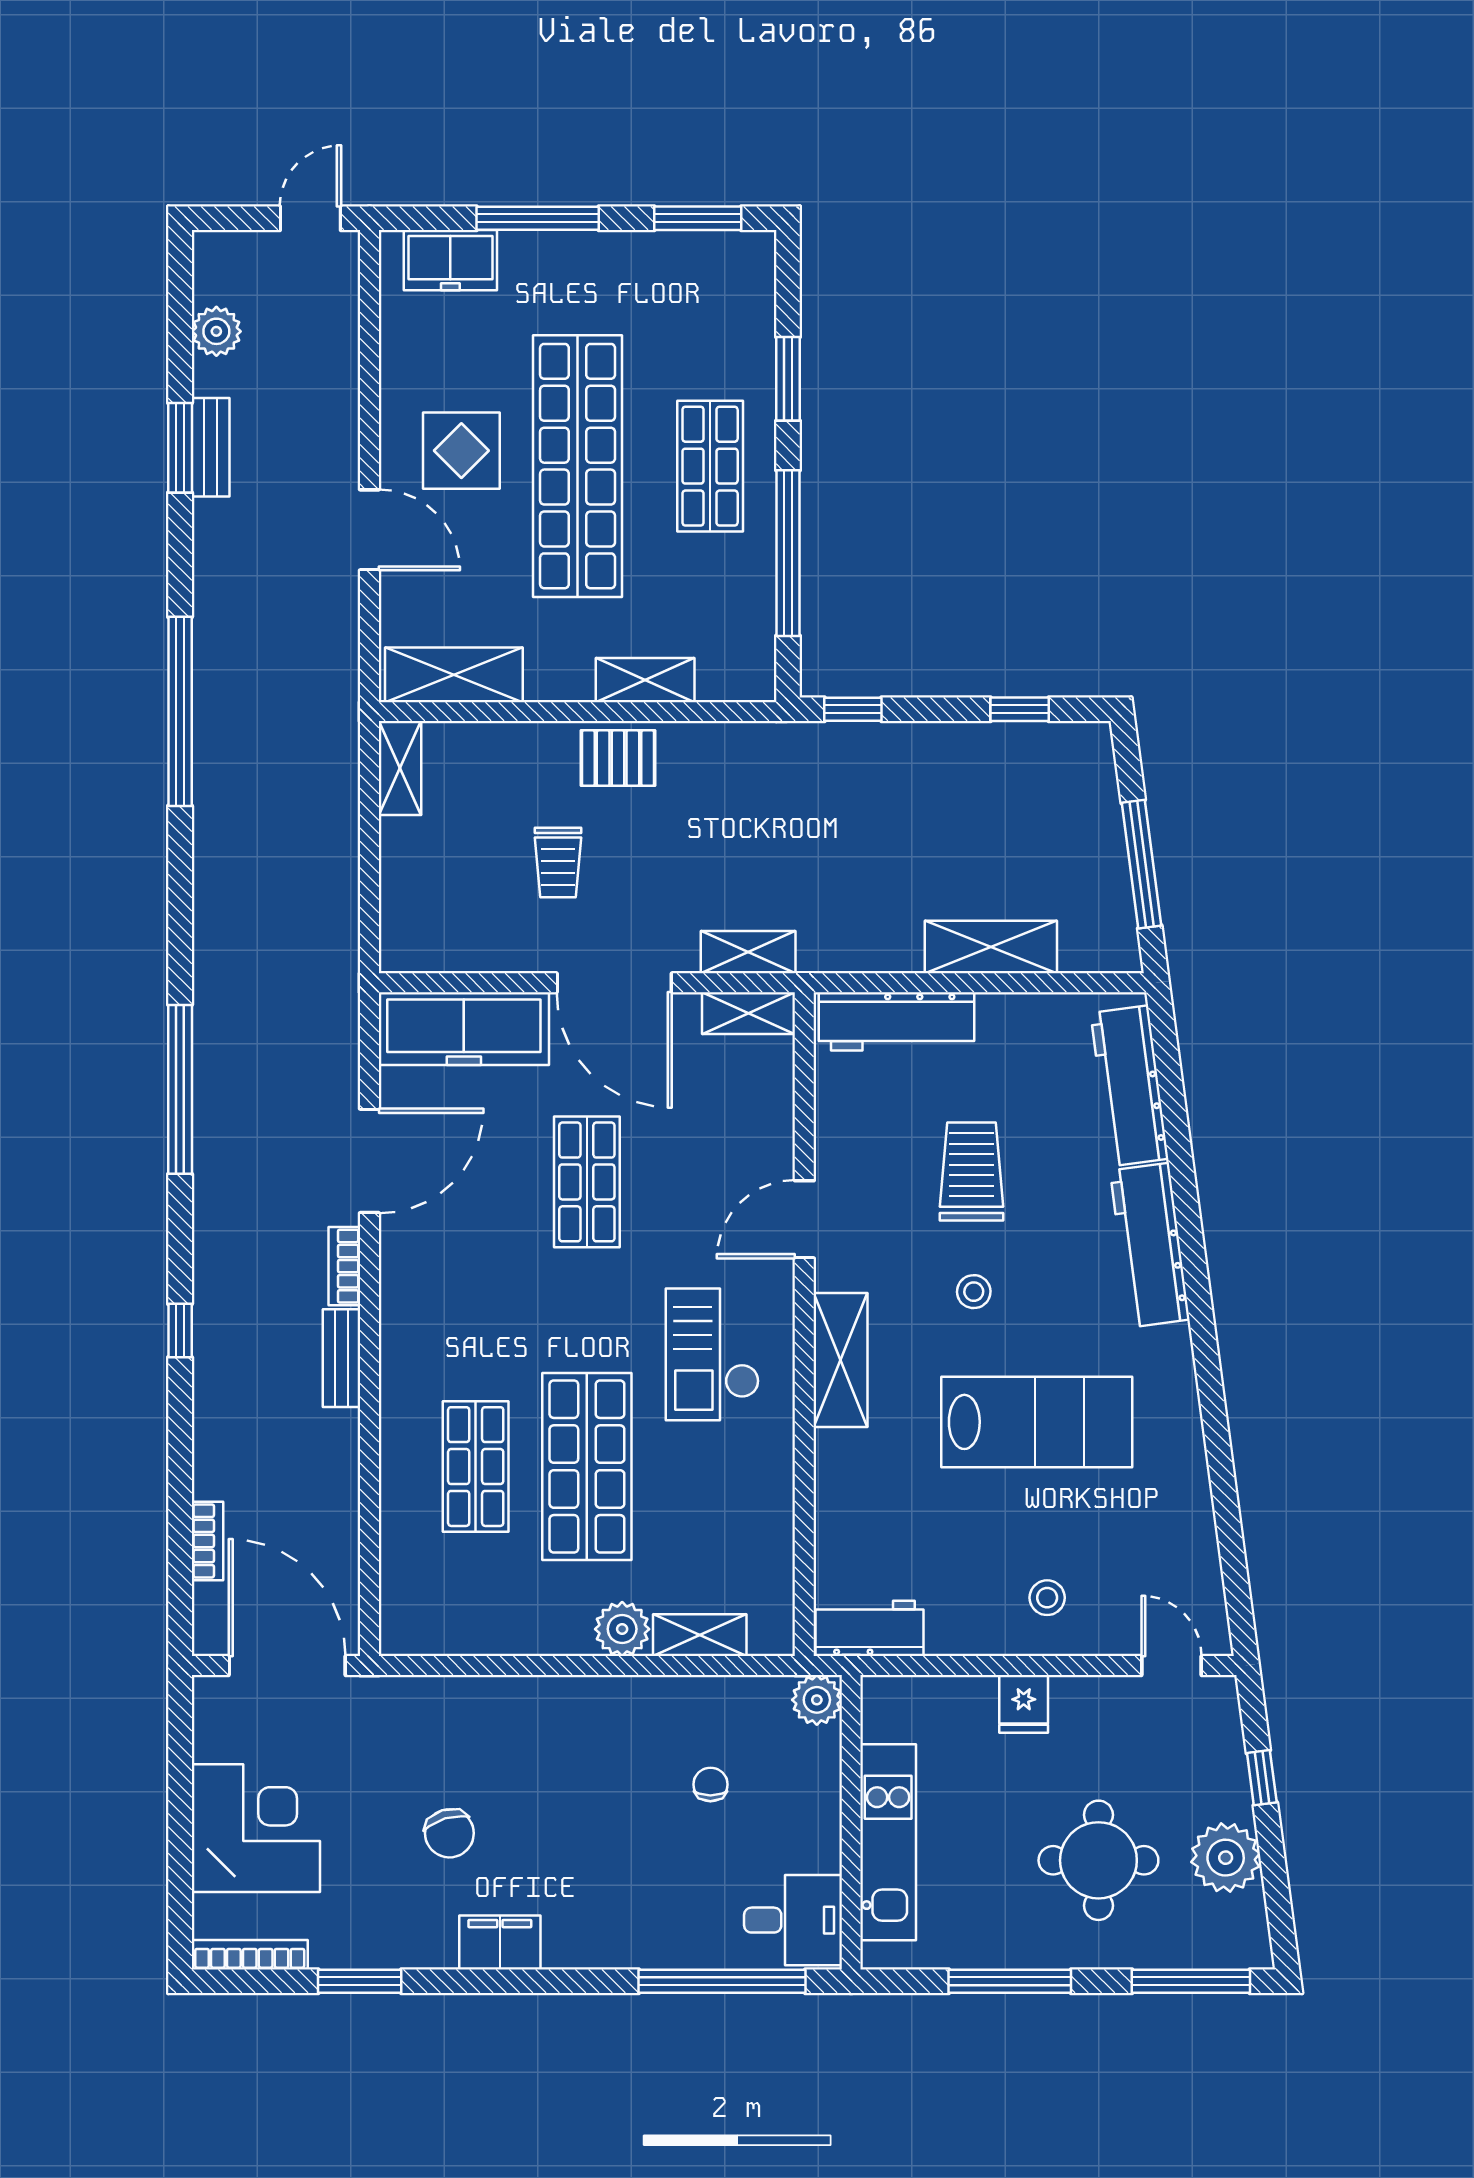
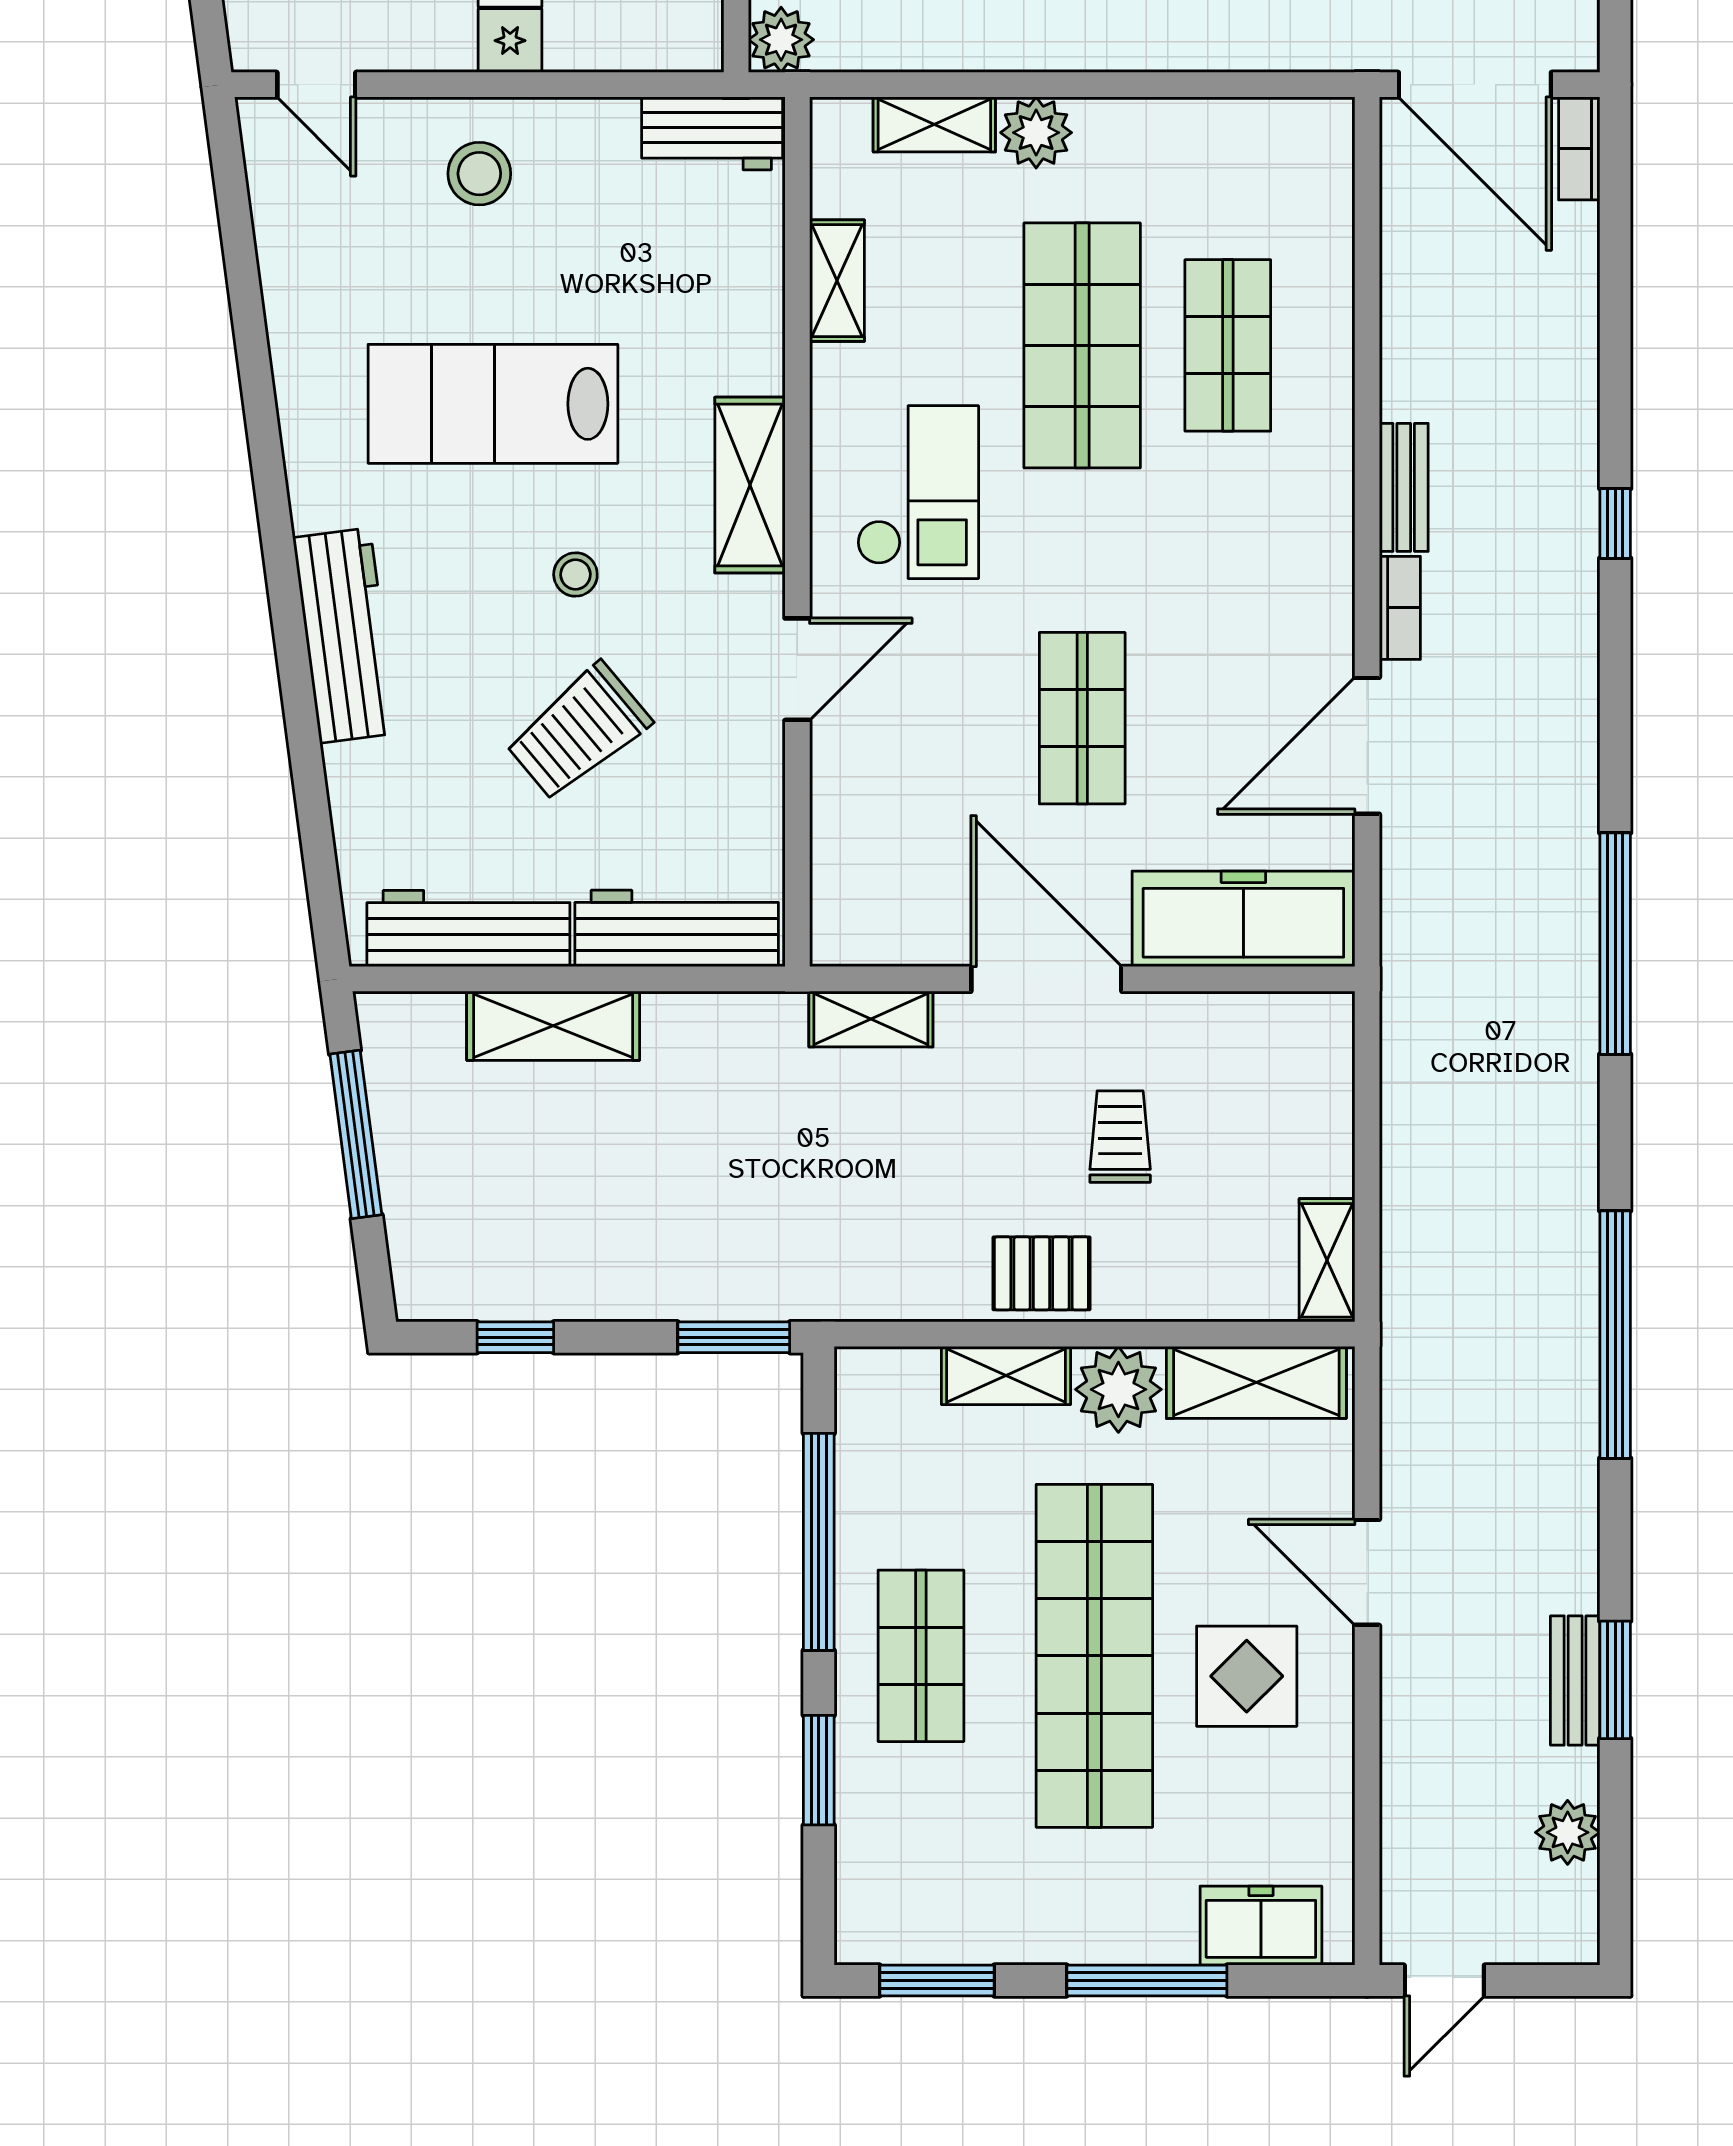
plant: (559, 669) -> (1118, 1389), added
window: (853, 709) -> (734, 1337), width x1.50
shelving: (749, 1013) -> (837, 281), moved, turned 90
workbench: (1129, 1086) -> (468, 929), moved, turned -82
window: (180, 1089) -> (1615, 944), moved
trolley: (972, 1172) -> (578, 732), turned 50
bookcase: (207, 1541) -> (1579, 148), moved
stool: (1047, 1598) -> (479, 174), width x1.37, depth x1.37

